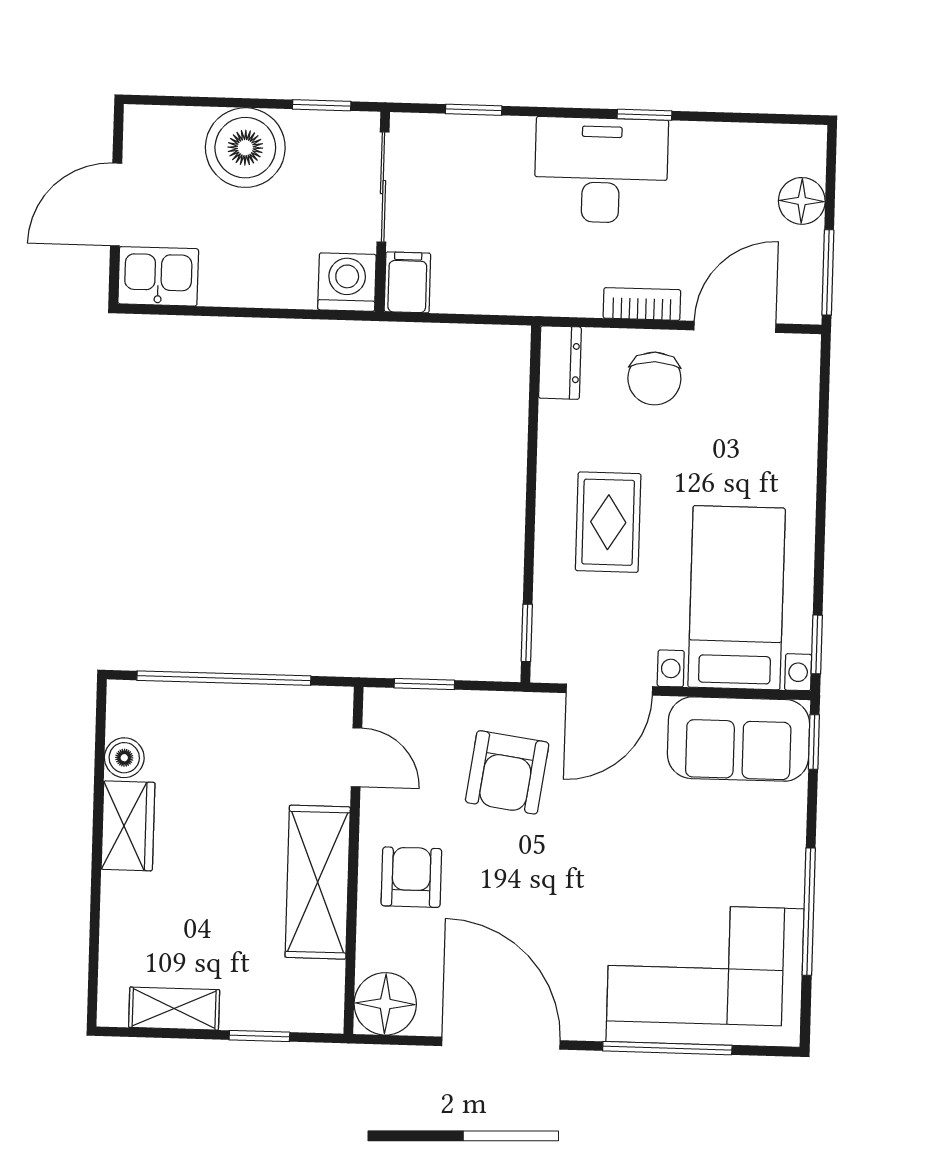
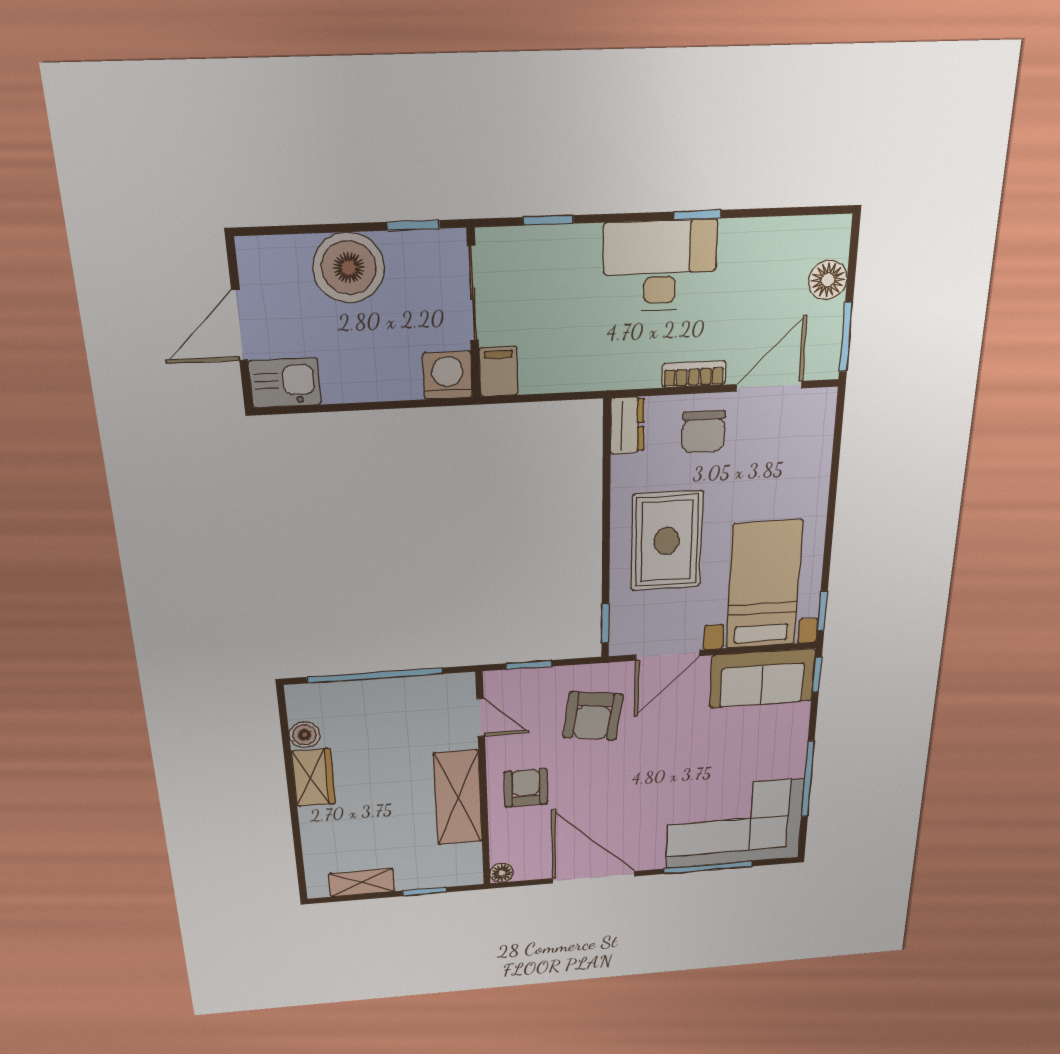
rug: (608, 522) -> (667, 541), width x1.36, depth x1.43
floor lamp: (385, 1004) -> (502, 873), width x0.53, depth x0.53

